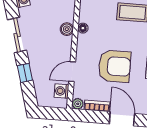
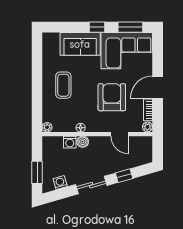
washing machine: (61, 91) -> (70, 142), moved

